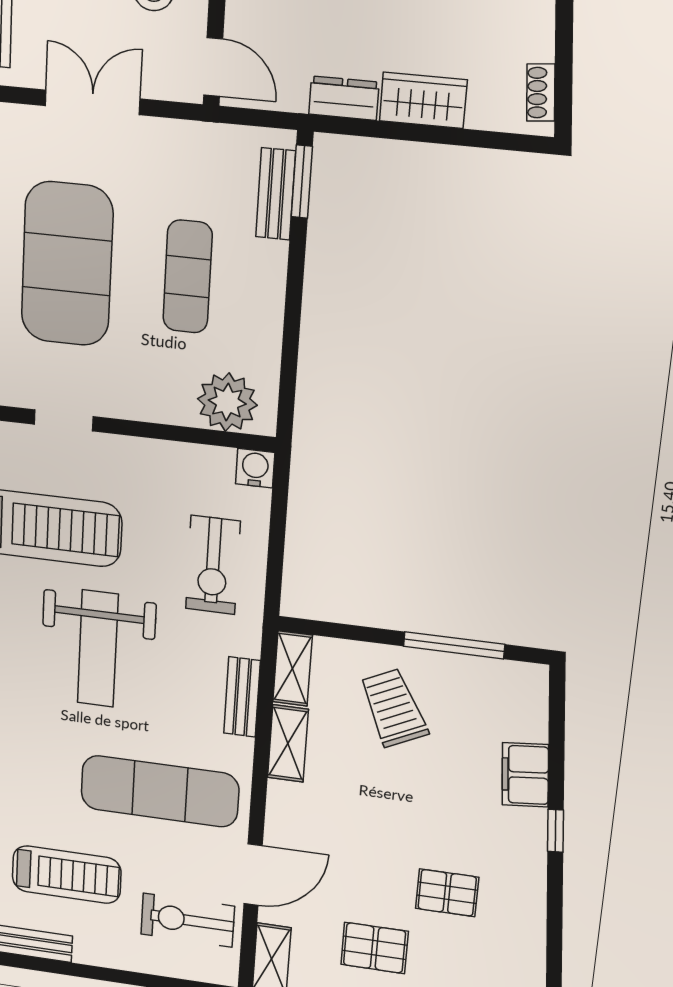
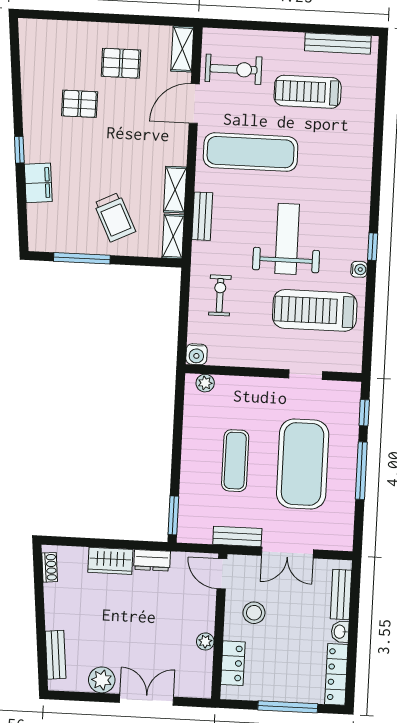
bench: (276, 194) -> (237, 536), moved, turned 90
plant: (227, 402) -> (205, 383), width x0.53, depth x0.53
exercise bike: (213, 565) -> (220, 295), width x0.73, depth x0.72

